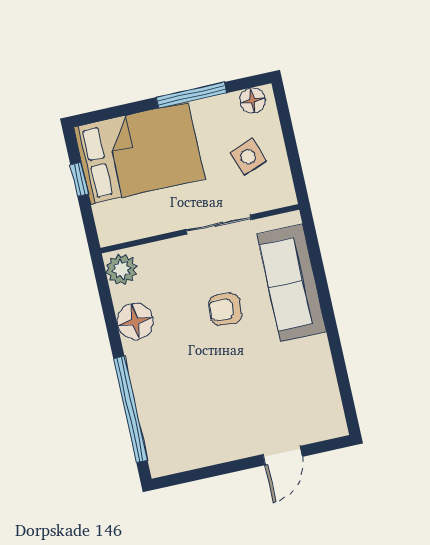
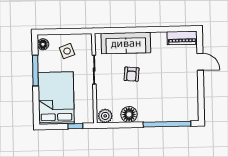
window: (79, 179) -> (75, 126), moved
piano: (327, 405) -> (182, 38), added

